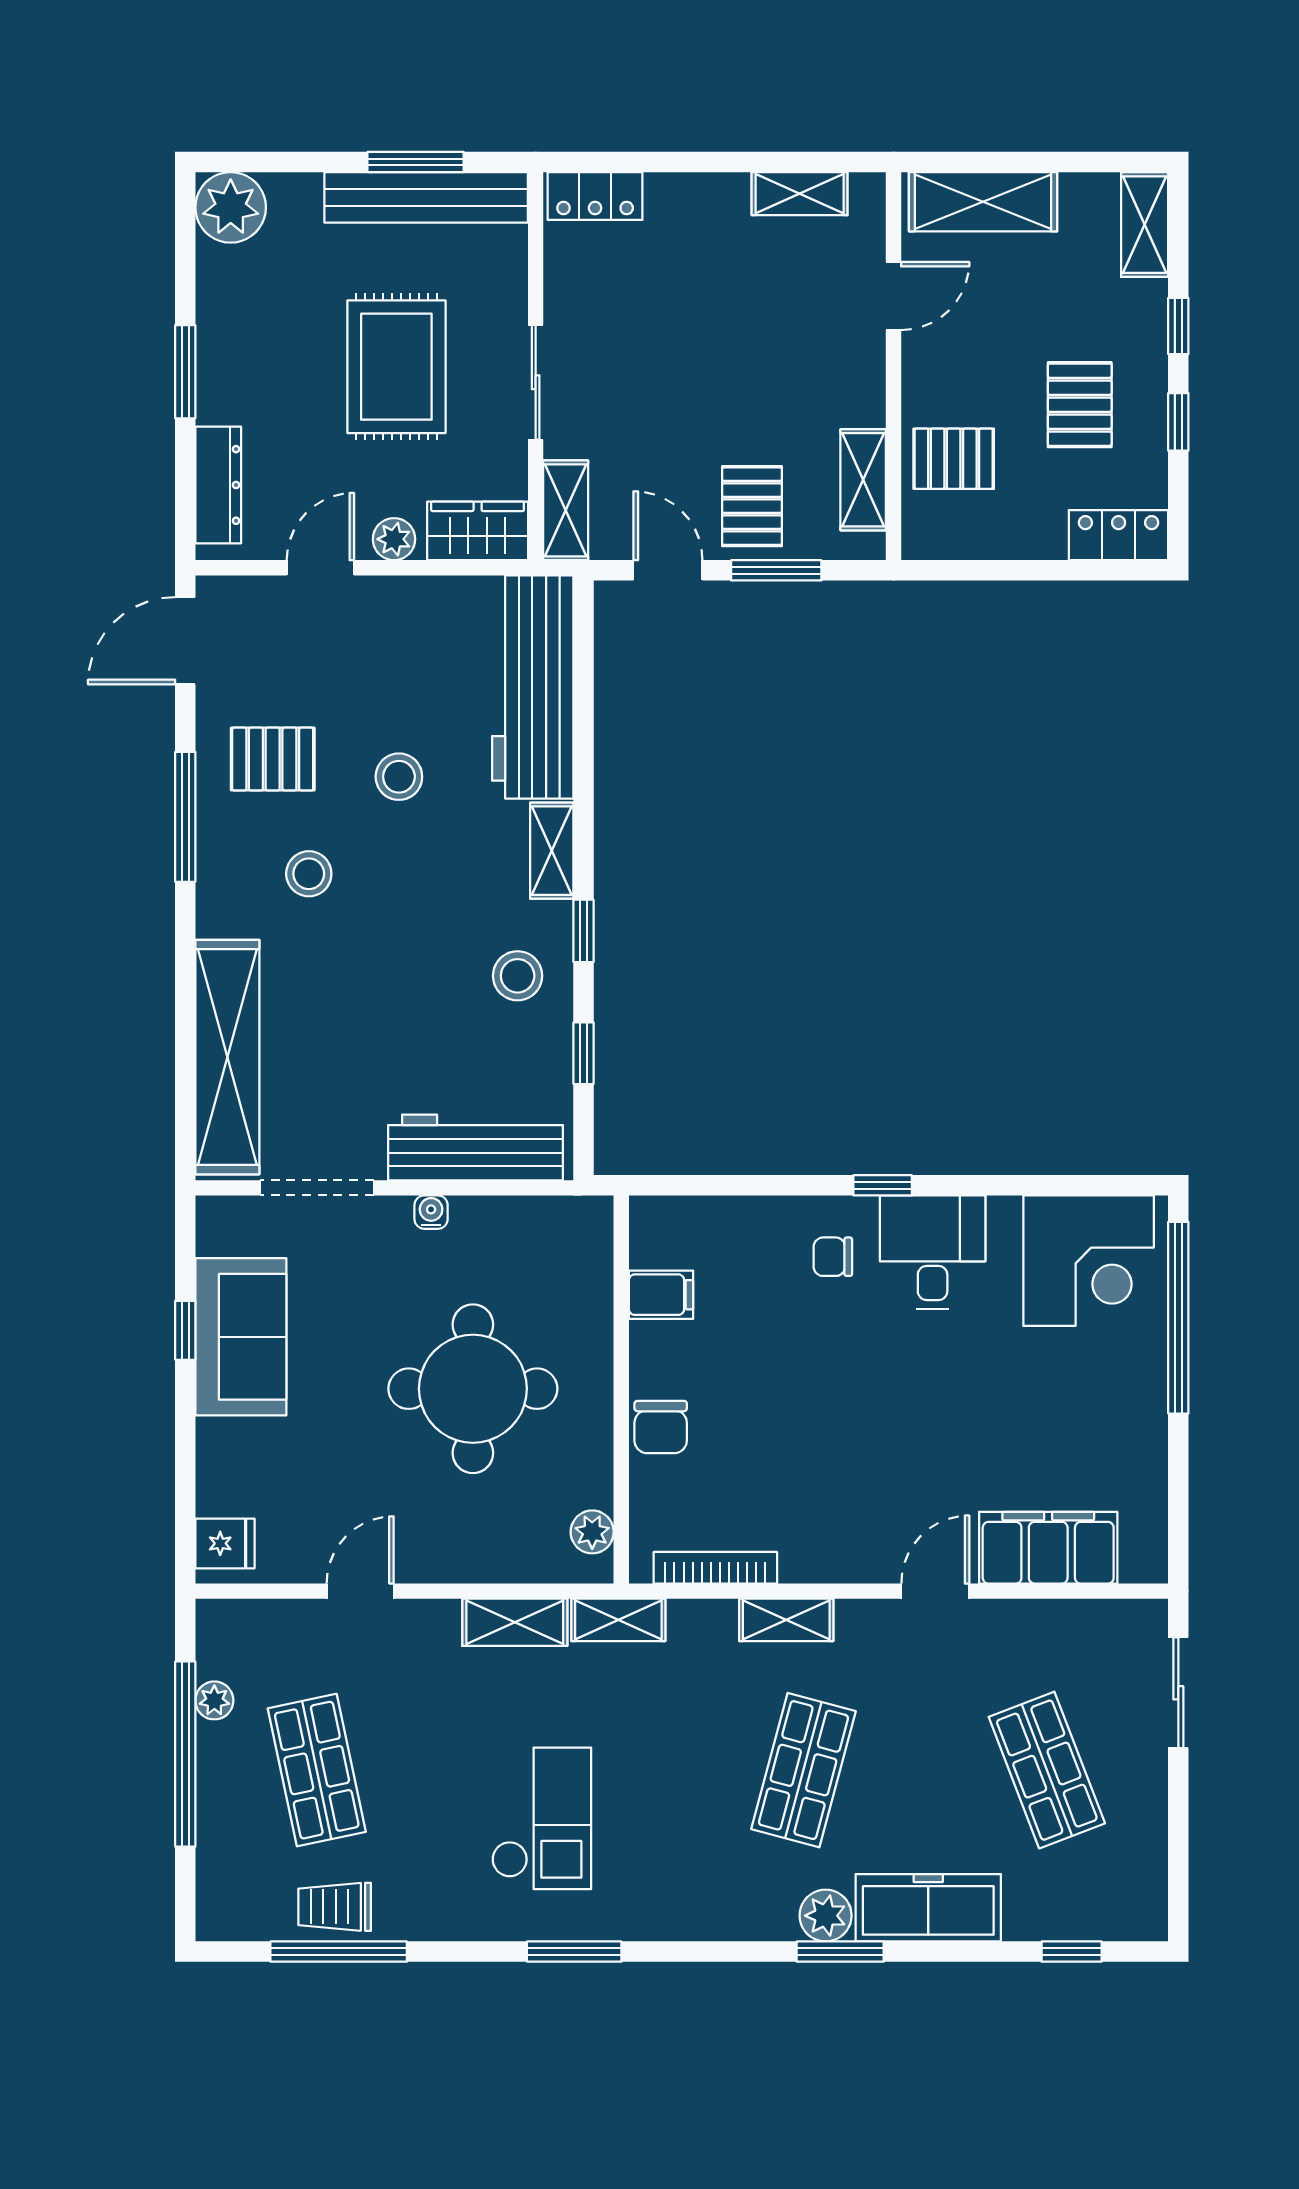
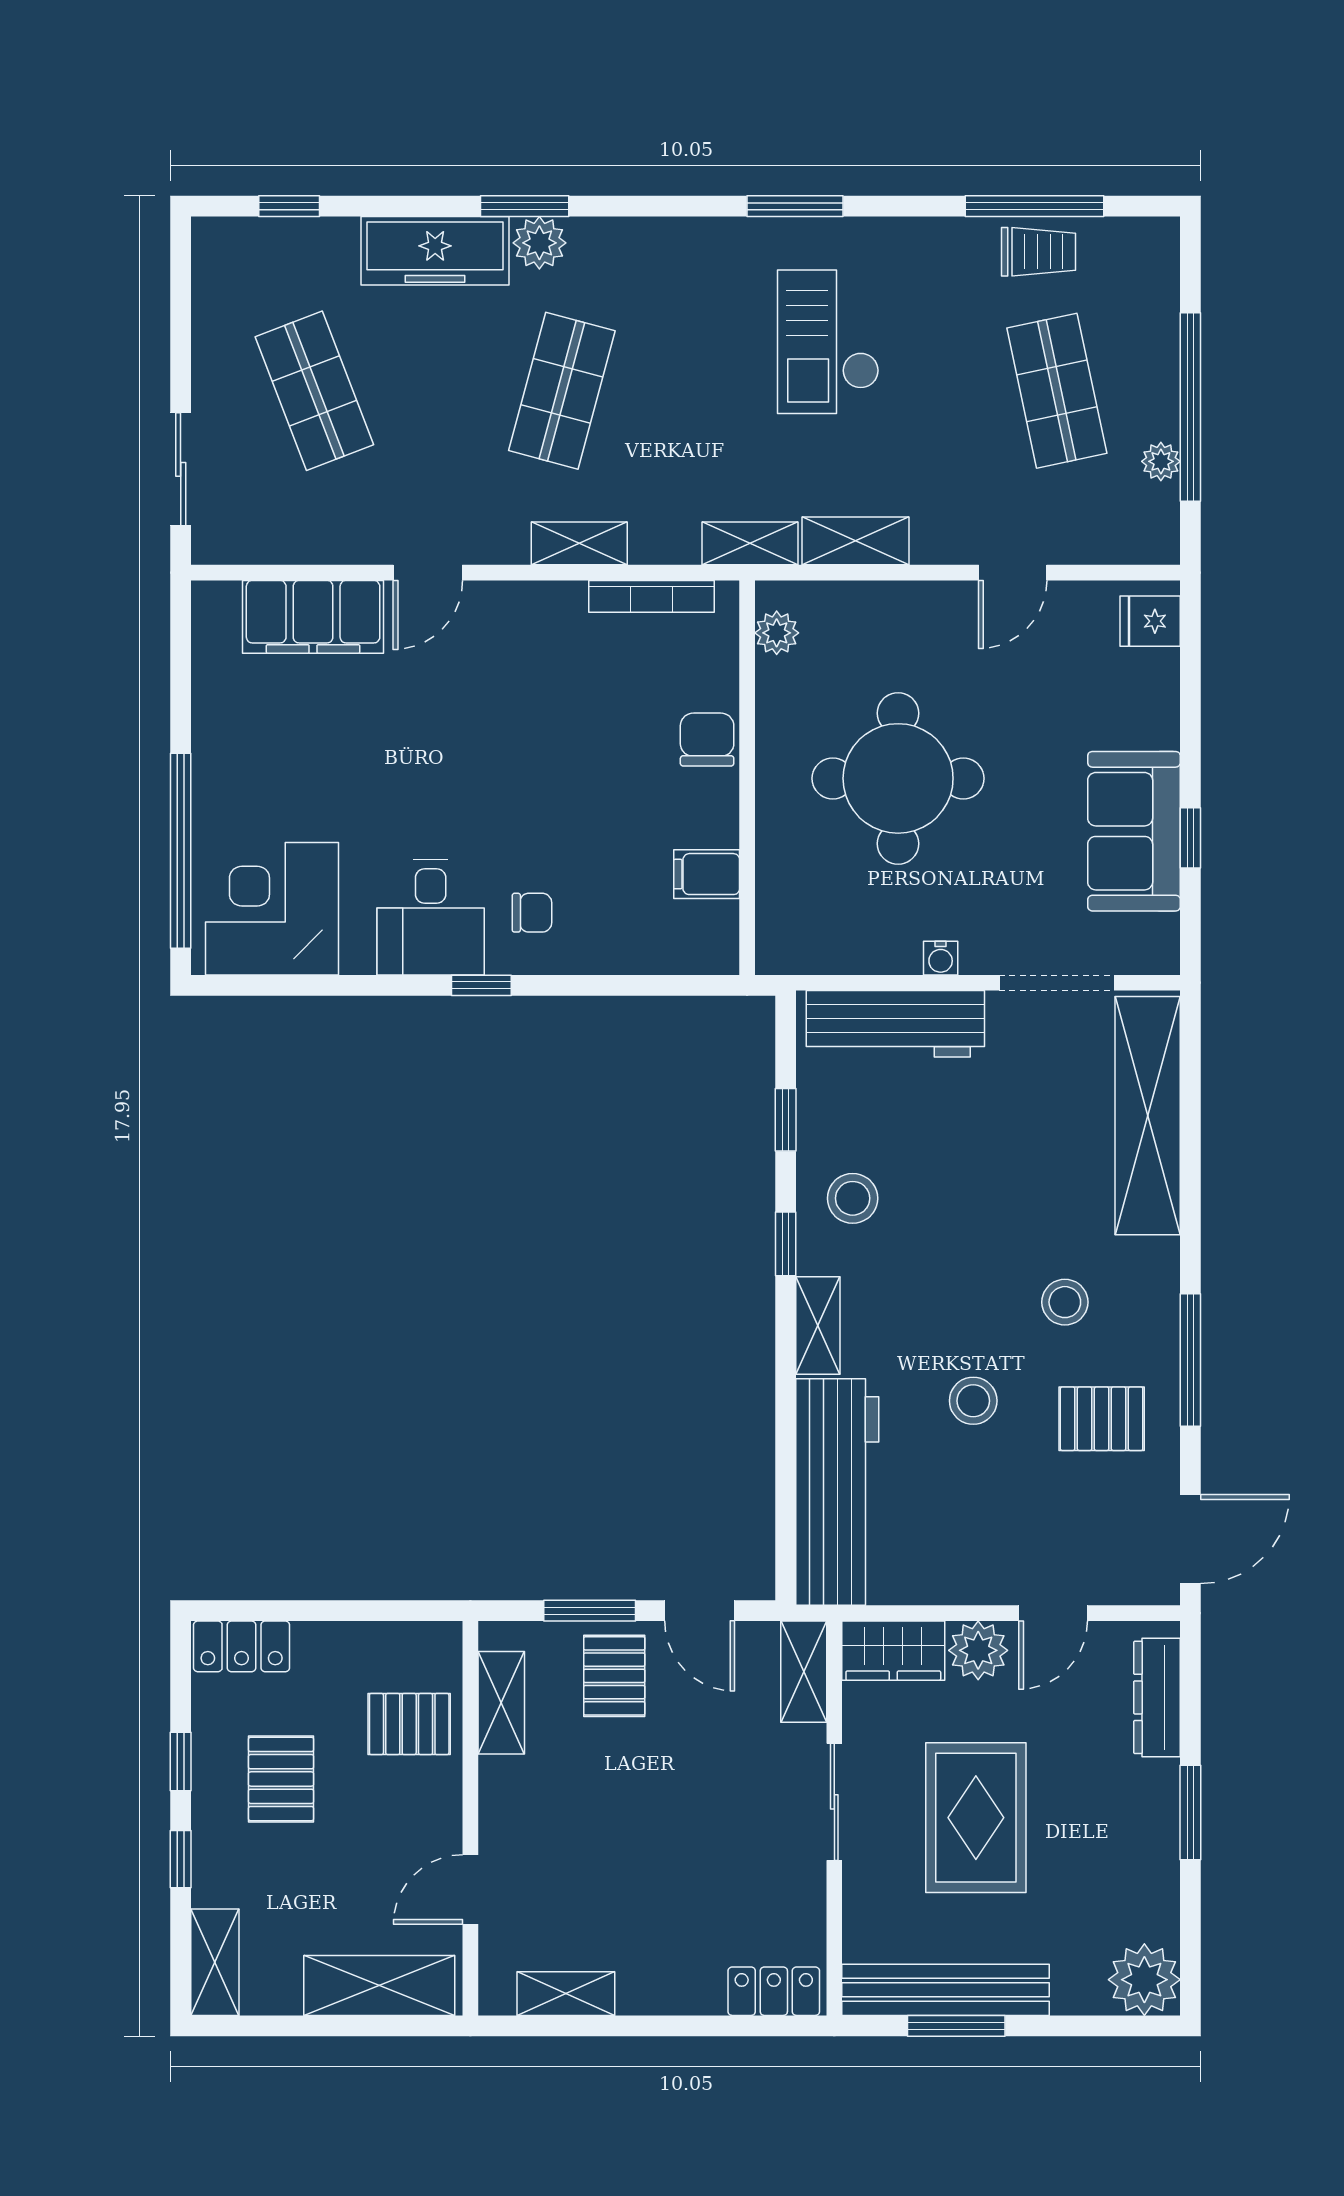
plant: (394, 539) -> (978, 1650), width x1.38, depth x1.38

